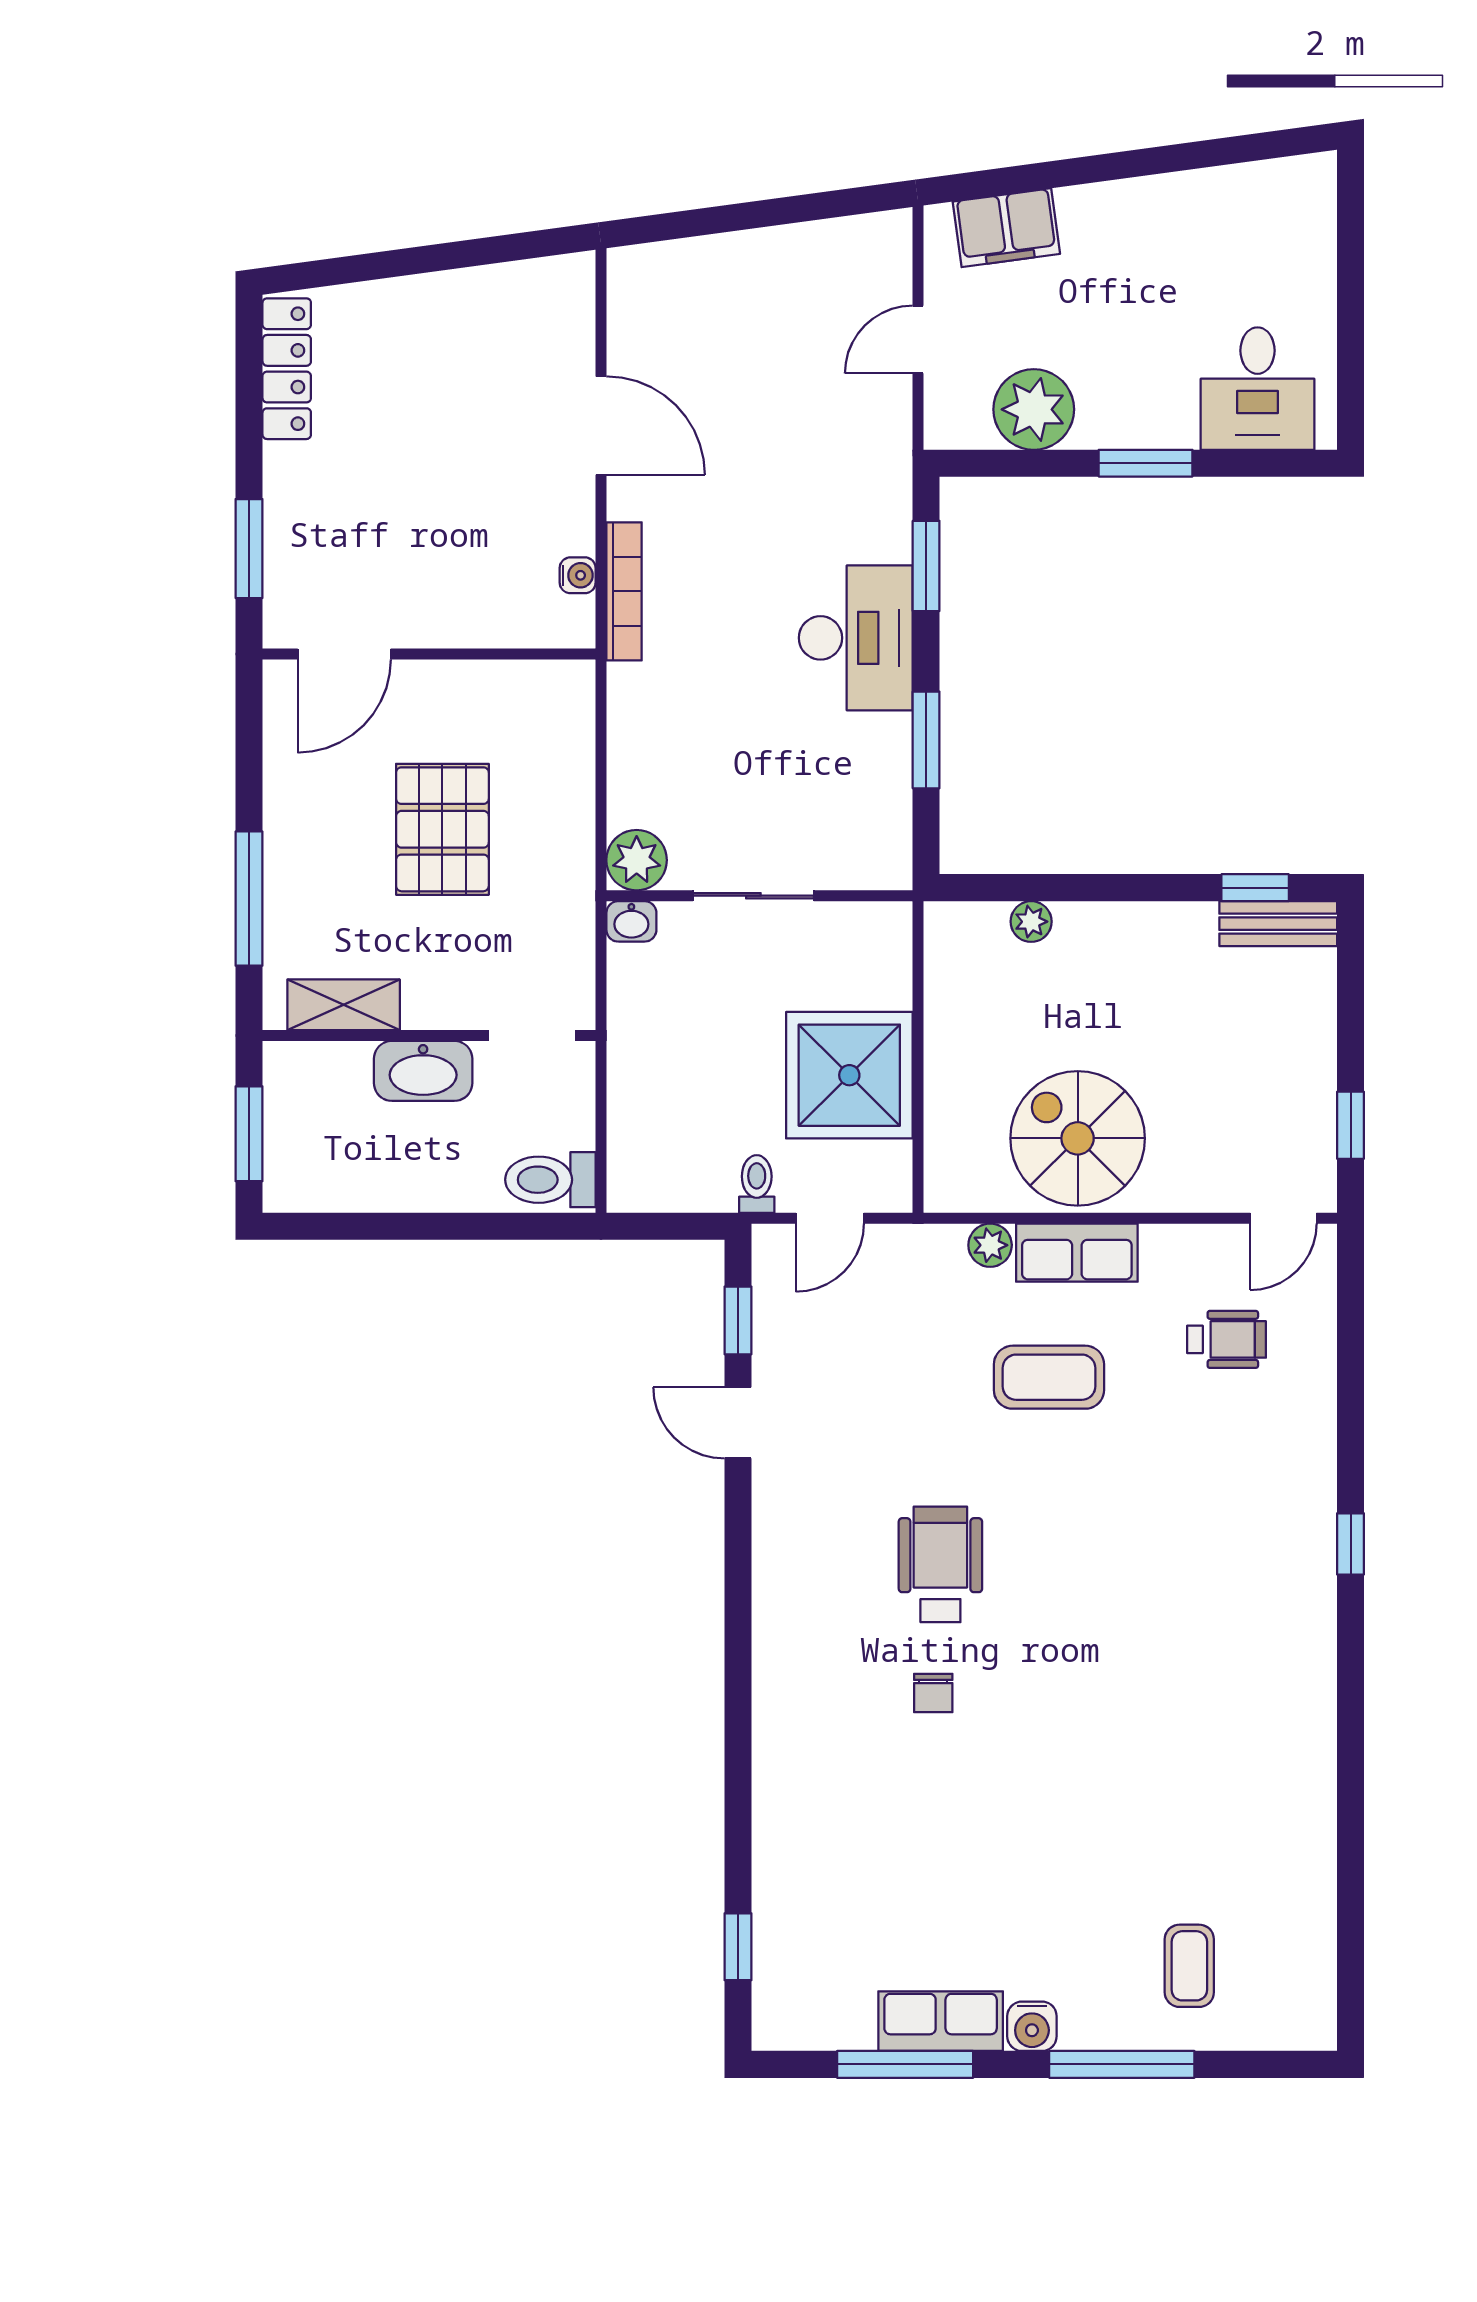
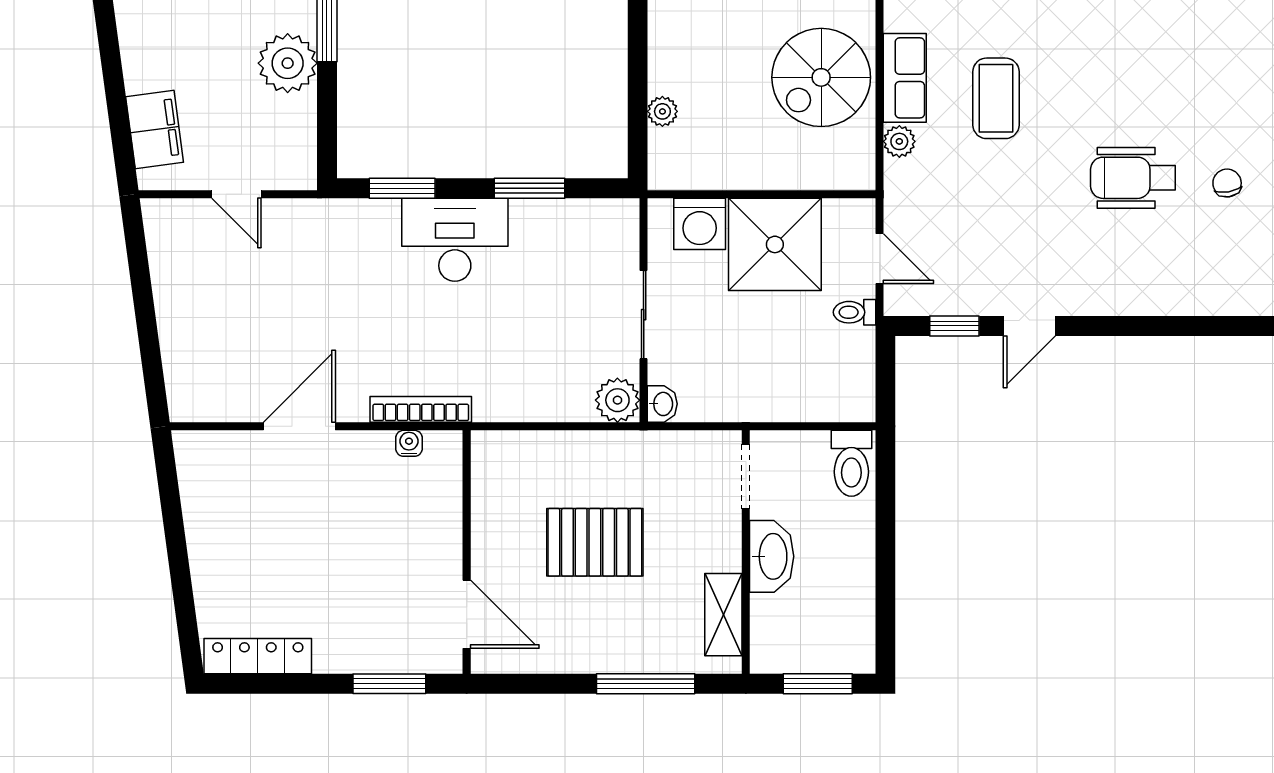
plant: (1034, 409) -> (288, 63), moved
washing machine: (877, 972) -> (700, 224), added
chair: (933, 1693) -> (1227, 183), turned -99

